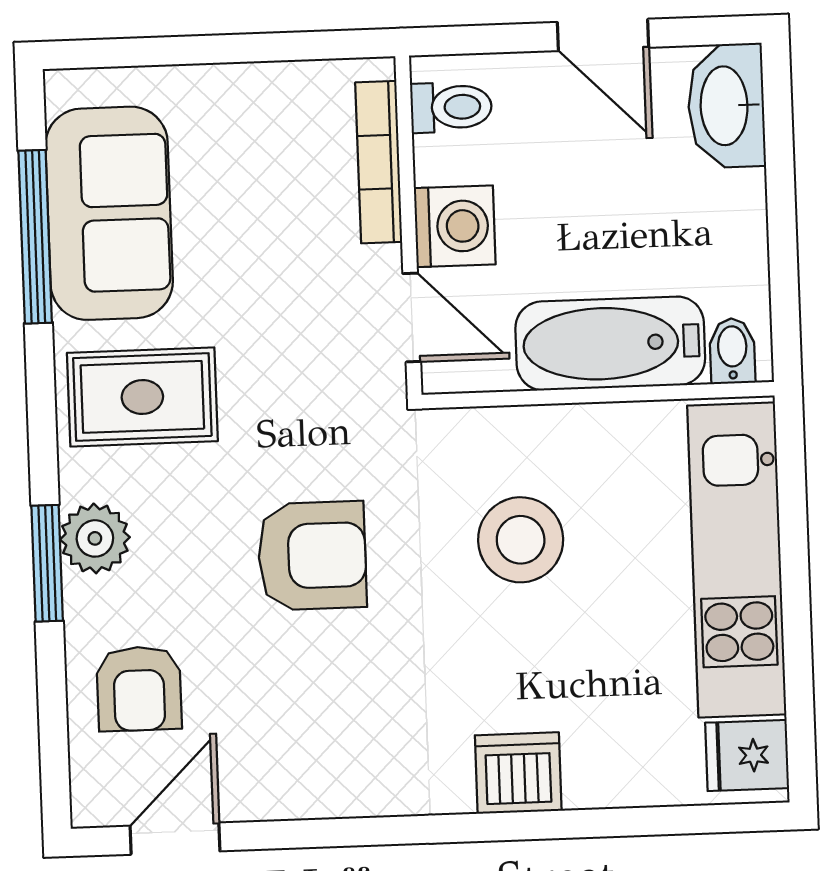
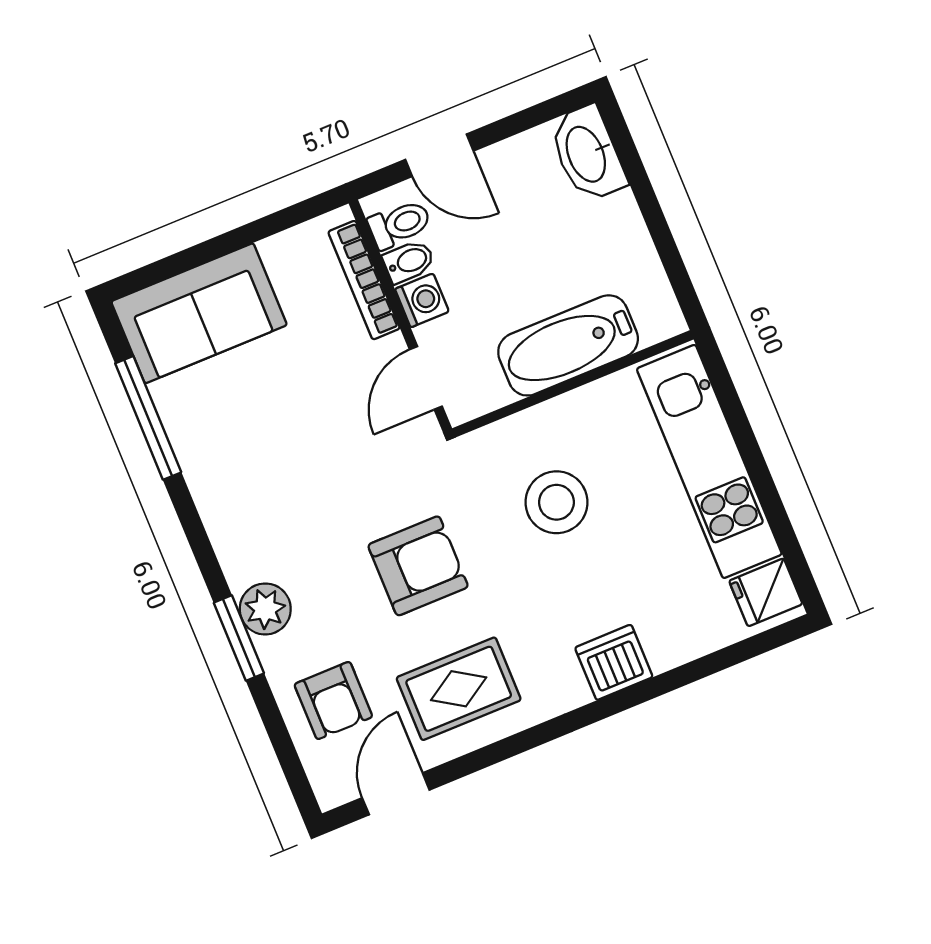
door: (603, 35) -> (439, 155), moved
sofa: (109, 213) -> (199, 313), moved, turned 90
washing machine: (455, 226) -> (422, 300), width x0.73, depth x0.73
door: (412, 317) -> (426, 378), swing flipped
bidet: (732, 351) -> (409, 261), moved, turned 90
rug: (142, 397) -> (459, 689), moved

